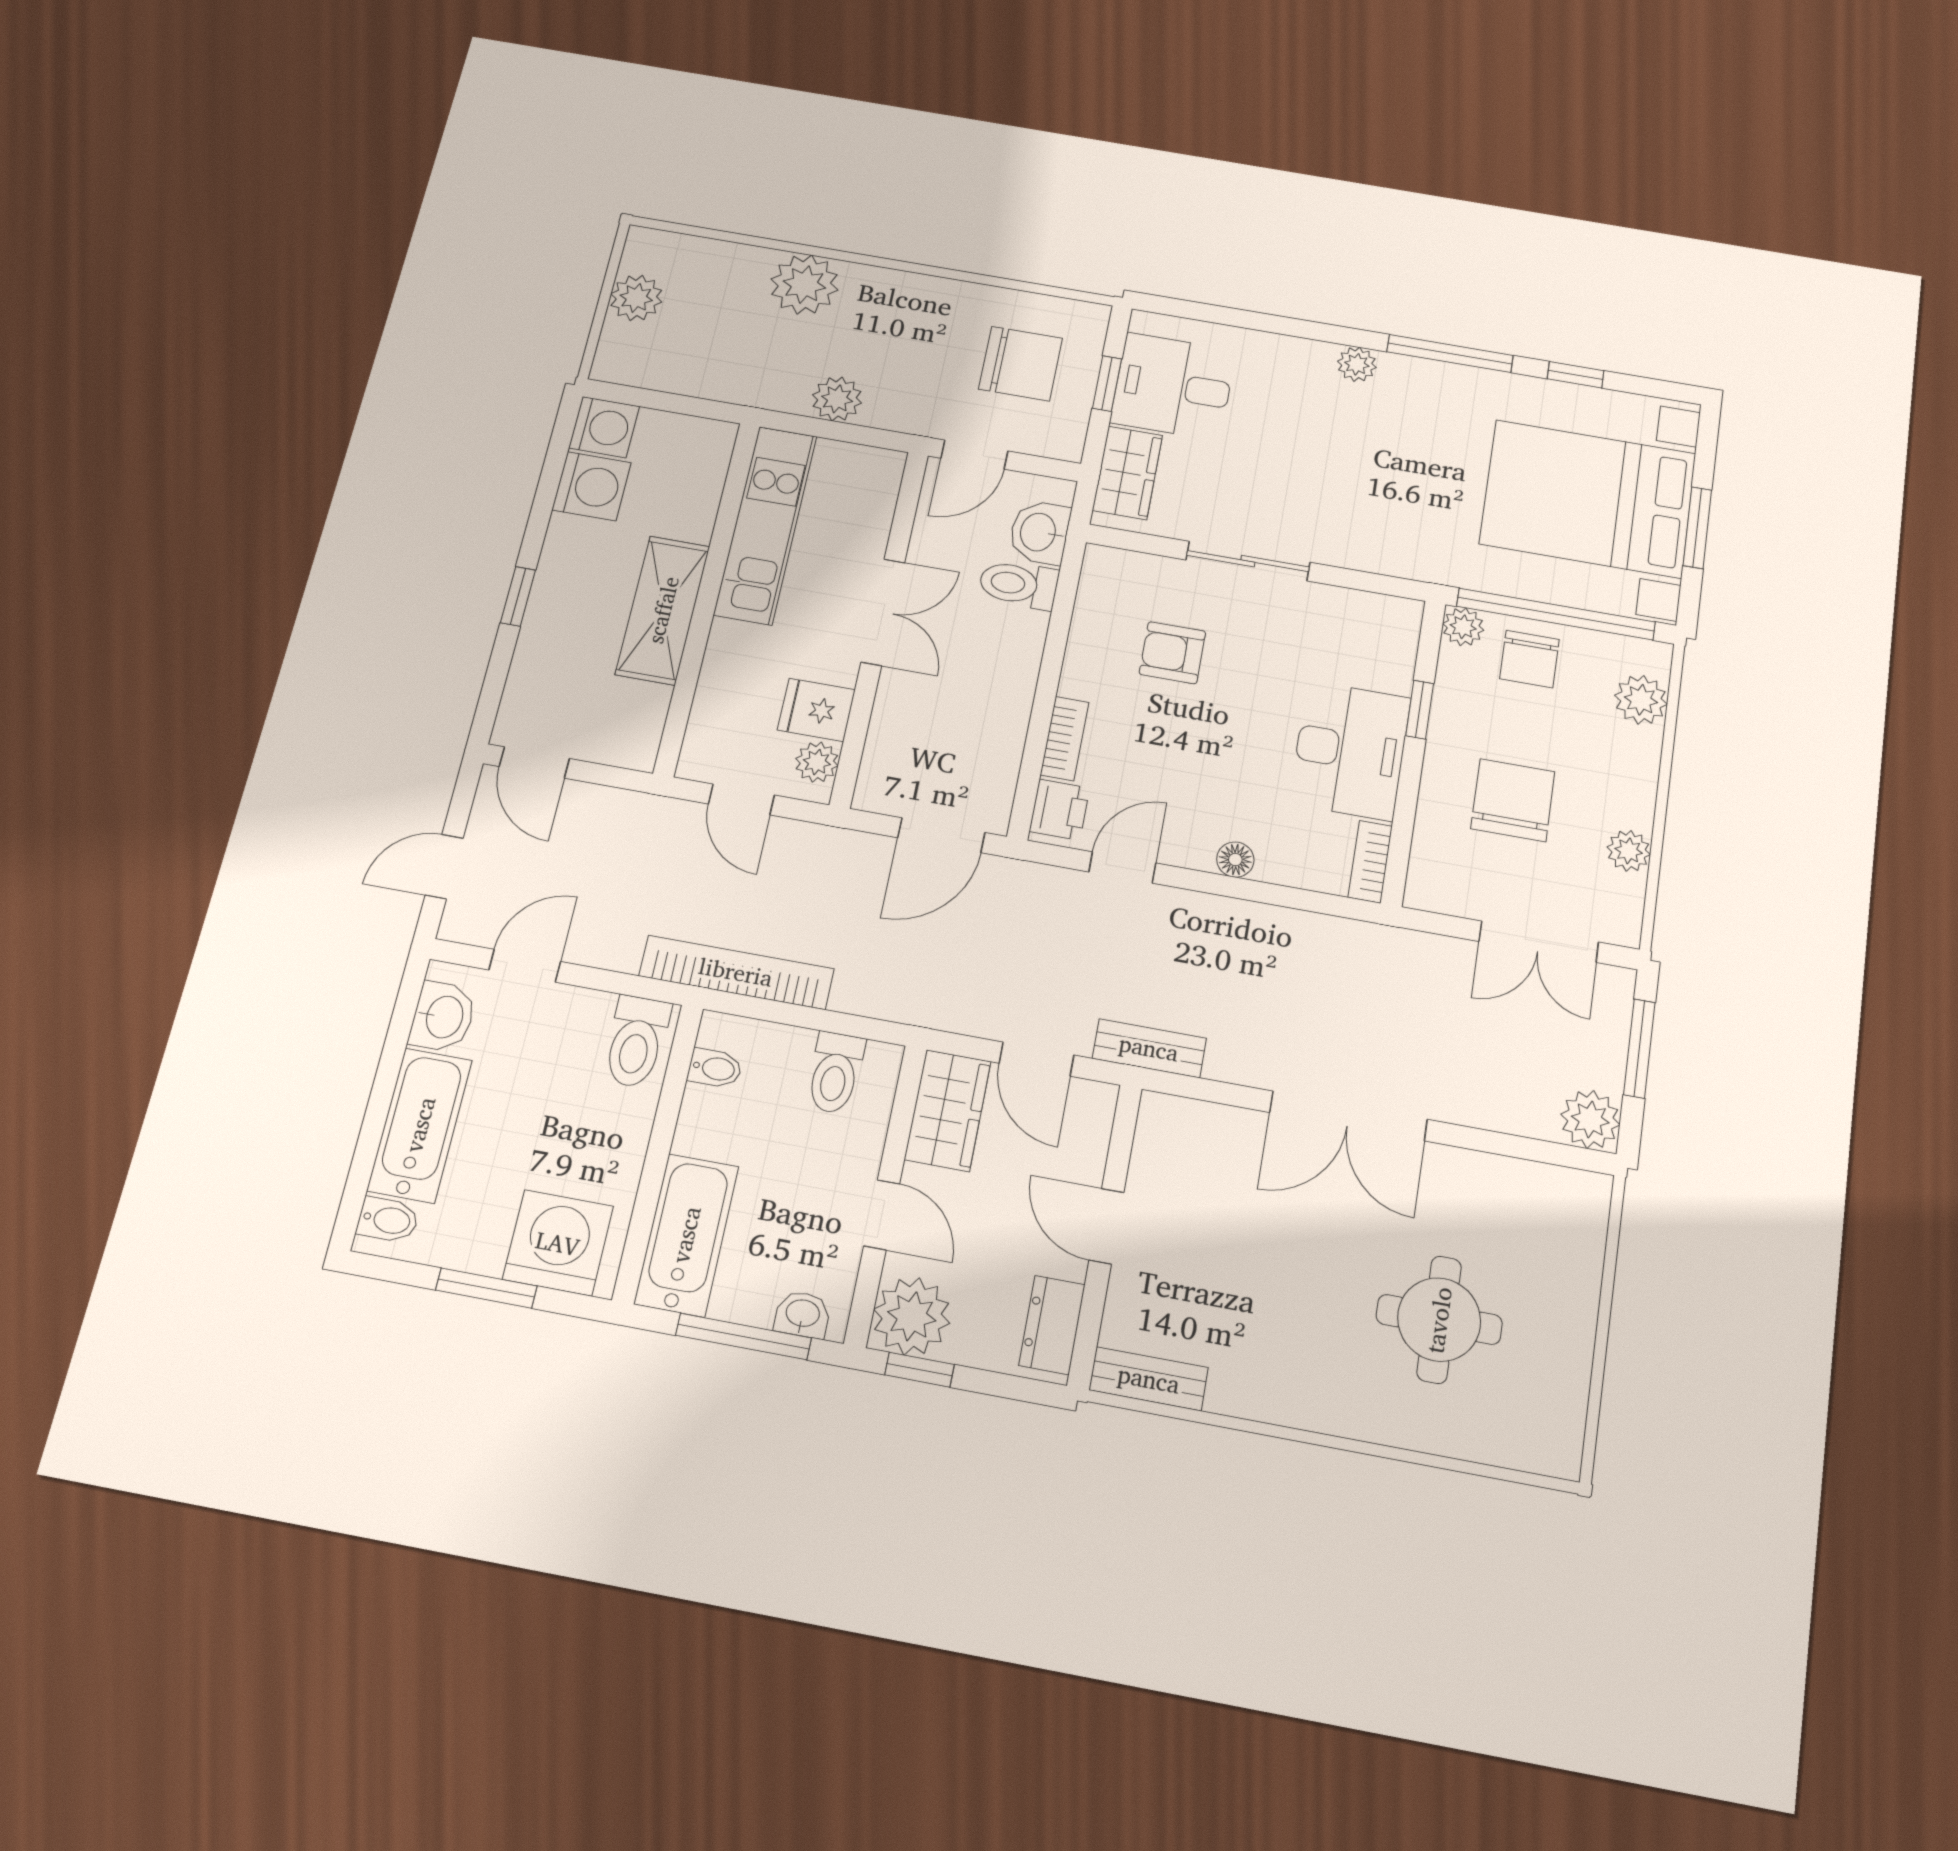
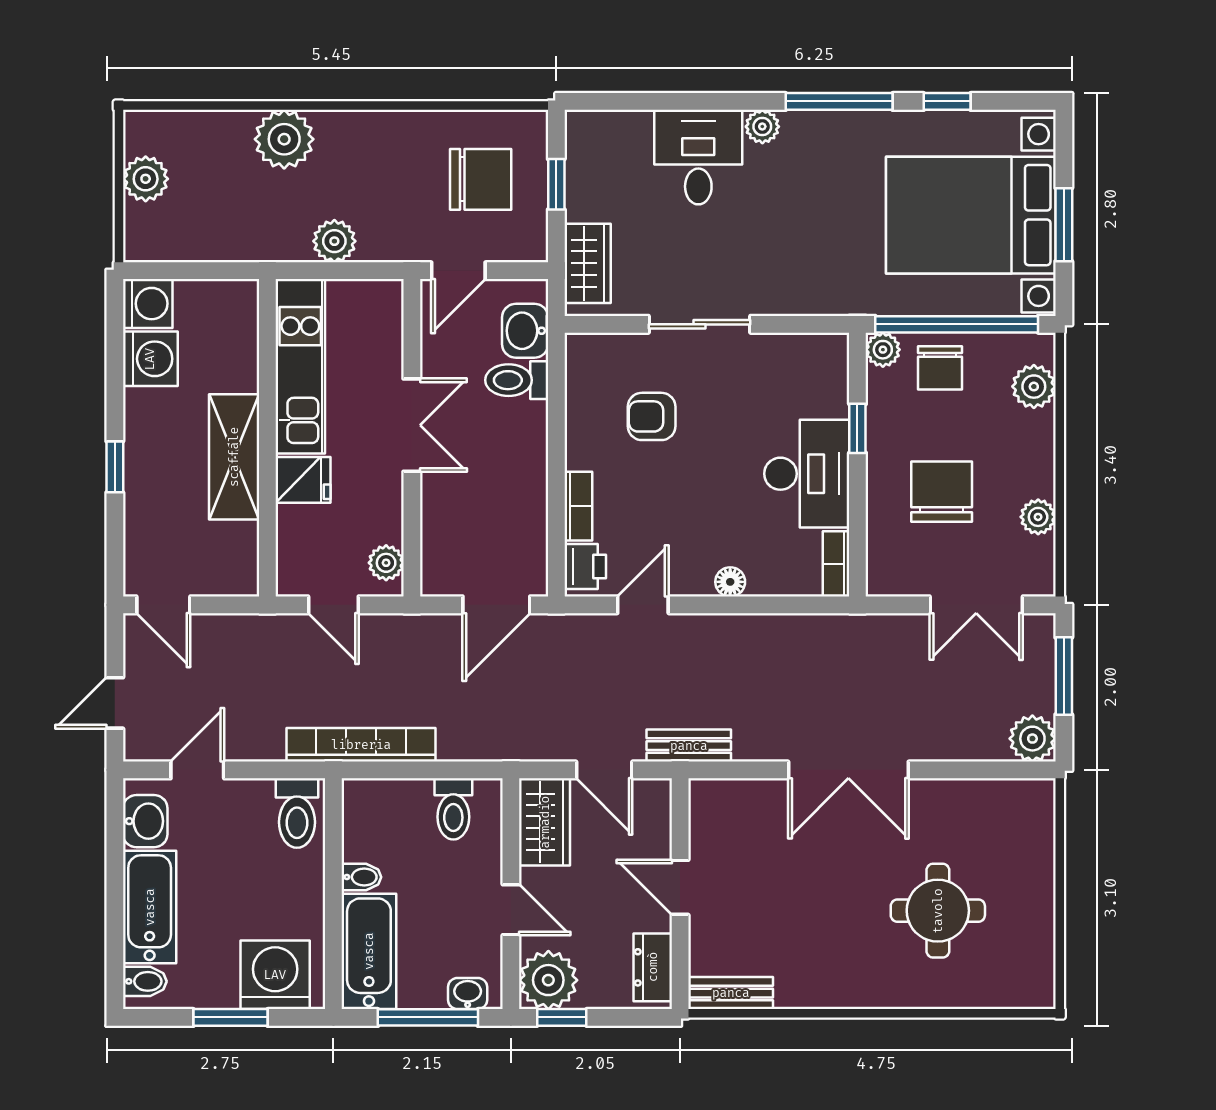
desk: (1173, 386) -> (698, 157), moved, turned 90
fridge: (816, 710) -> (303, 480), moved, turned 180
bidet: (715, 1068) -> (361, 877), moved

